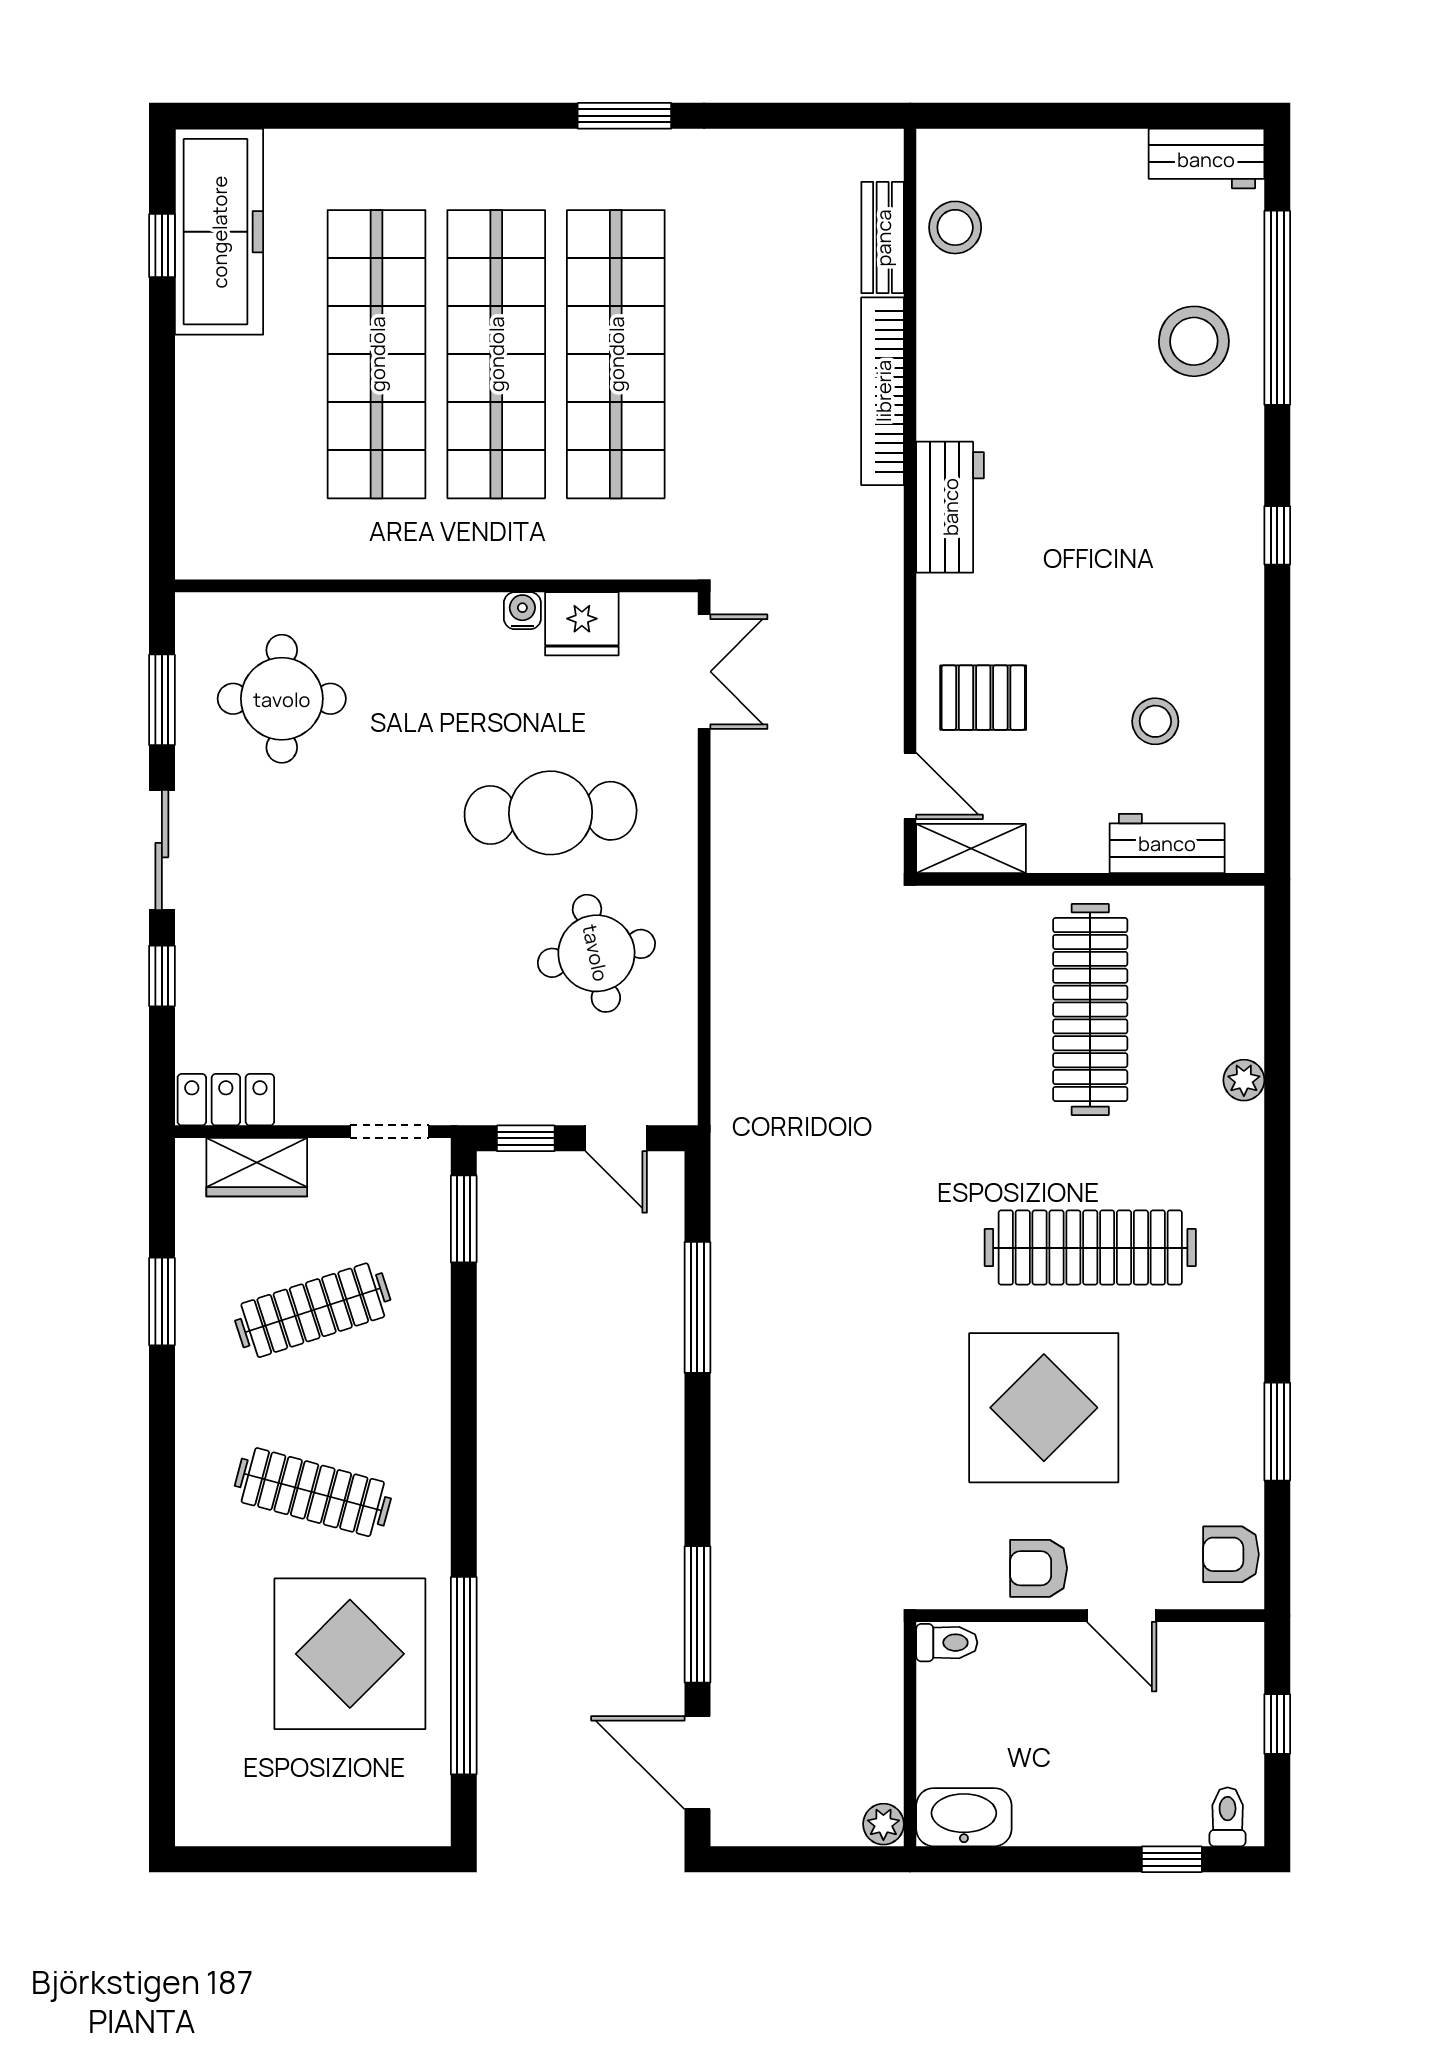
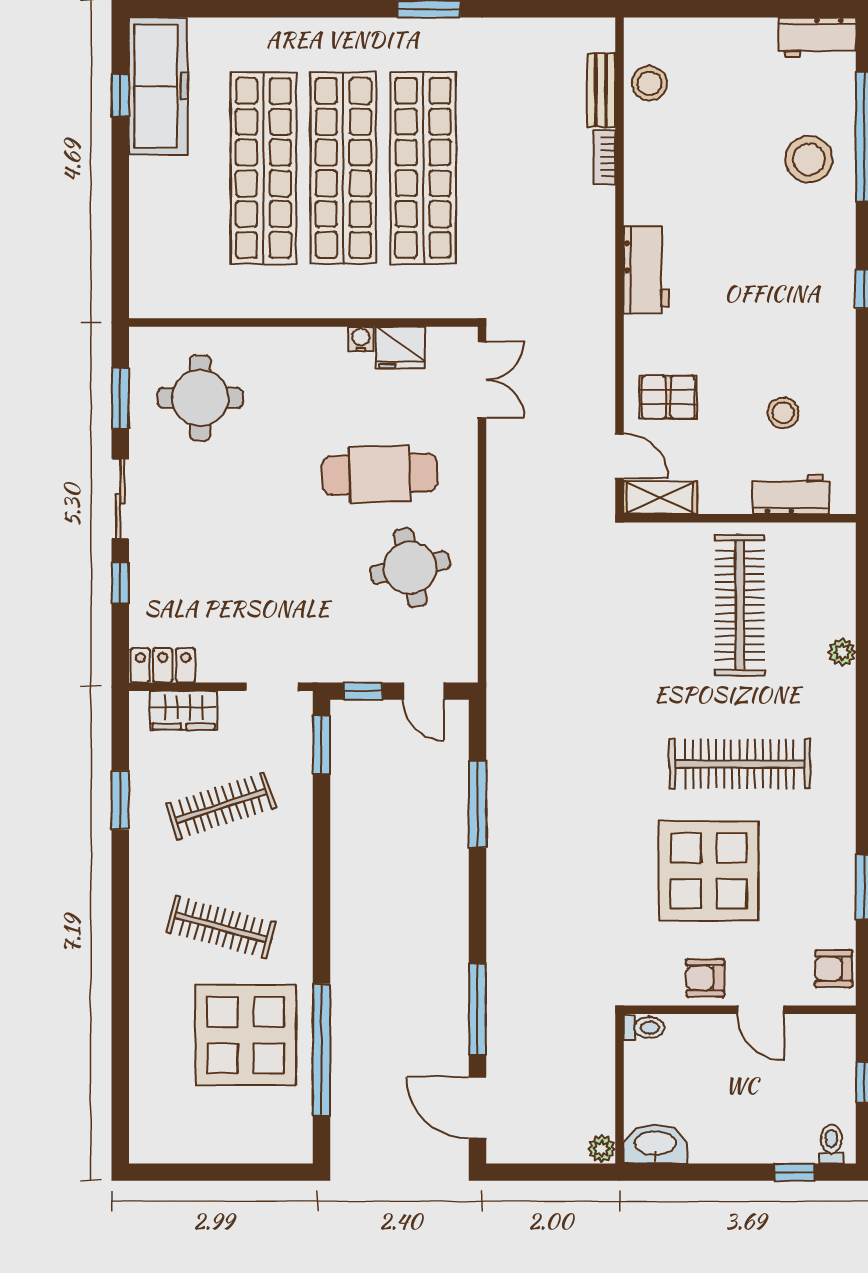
bookcase: (883, 391) -> (604, 157), width x0.43, depth x0.76

